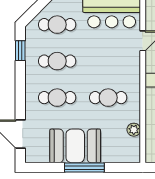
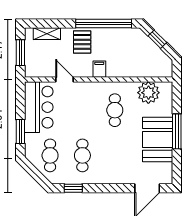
cafe table: (57, 98) -> (115, 155), removed
plant: (134, 130) -> (148, 93), width x1.88, depth x1.88

